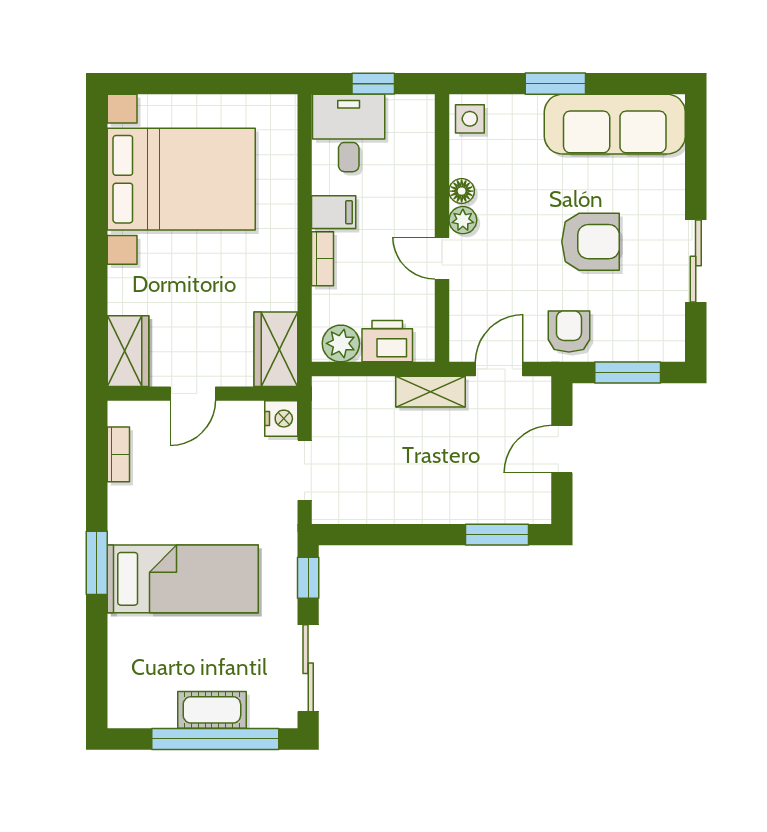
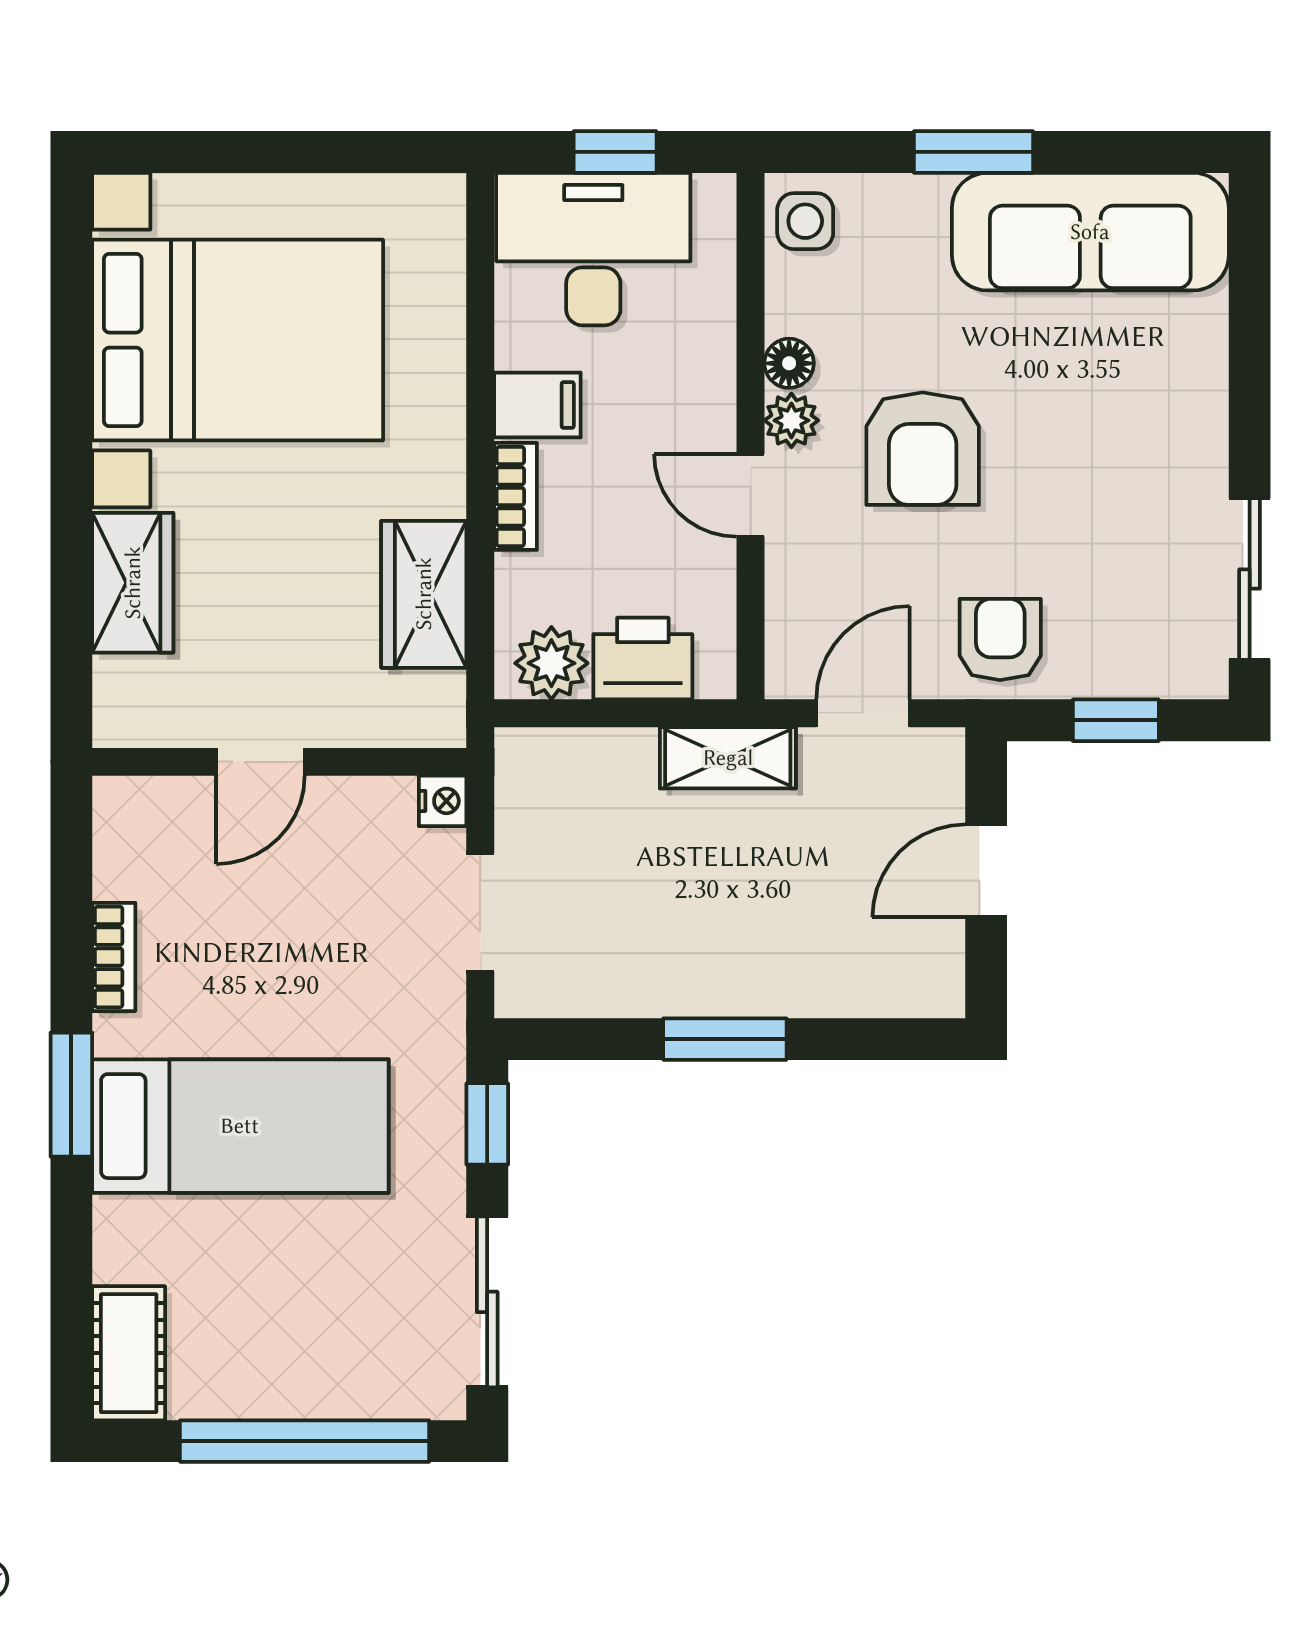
desk: (349, 133) -> (593, 249), width x1.37
armchair: (591, 242) -> (923, 449), moved, turned 90
sliding door: (696, 261) -> (1250, 579), moved
wardrobe: (276, 349) -> (424, 594), moved
wardrobe: (128, 351) -> (133, 583), moved
window: (628, 373) -> (1116, 720), width x0.67
nightstand: (281, 419) -> (443, 801), width x0.72, depth x0.74
bookcase: (118, 454) -> (114, 957), moved
window: (497, 535) -> (725, 1039), moved
cot: (212, 710) -> (129, 1353), moved, turned 90

